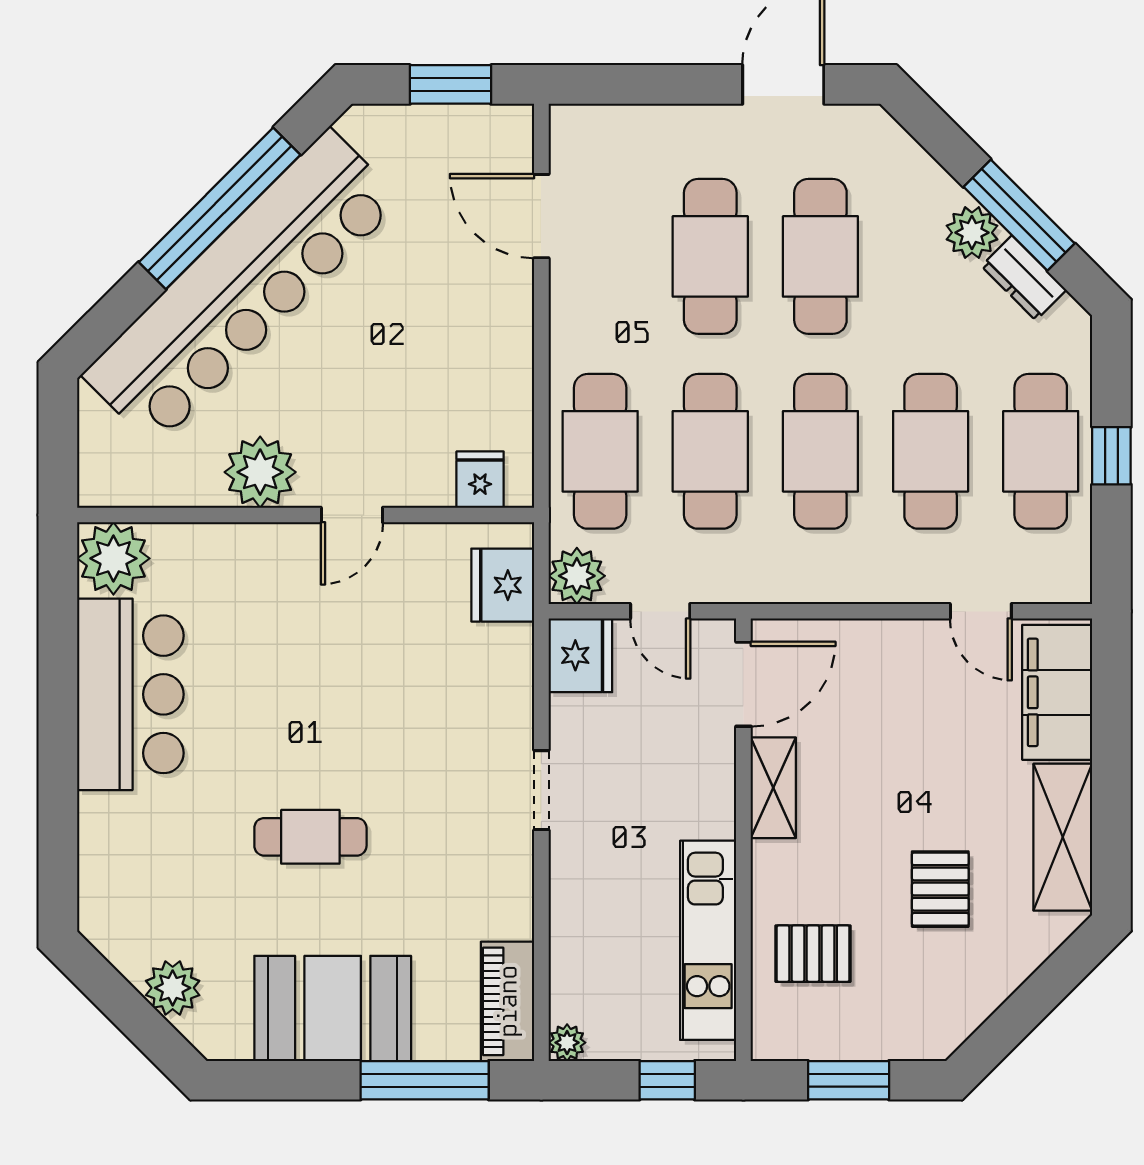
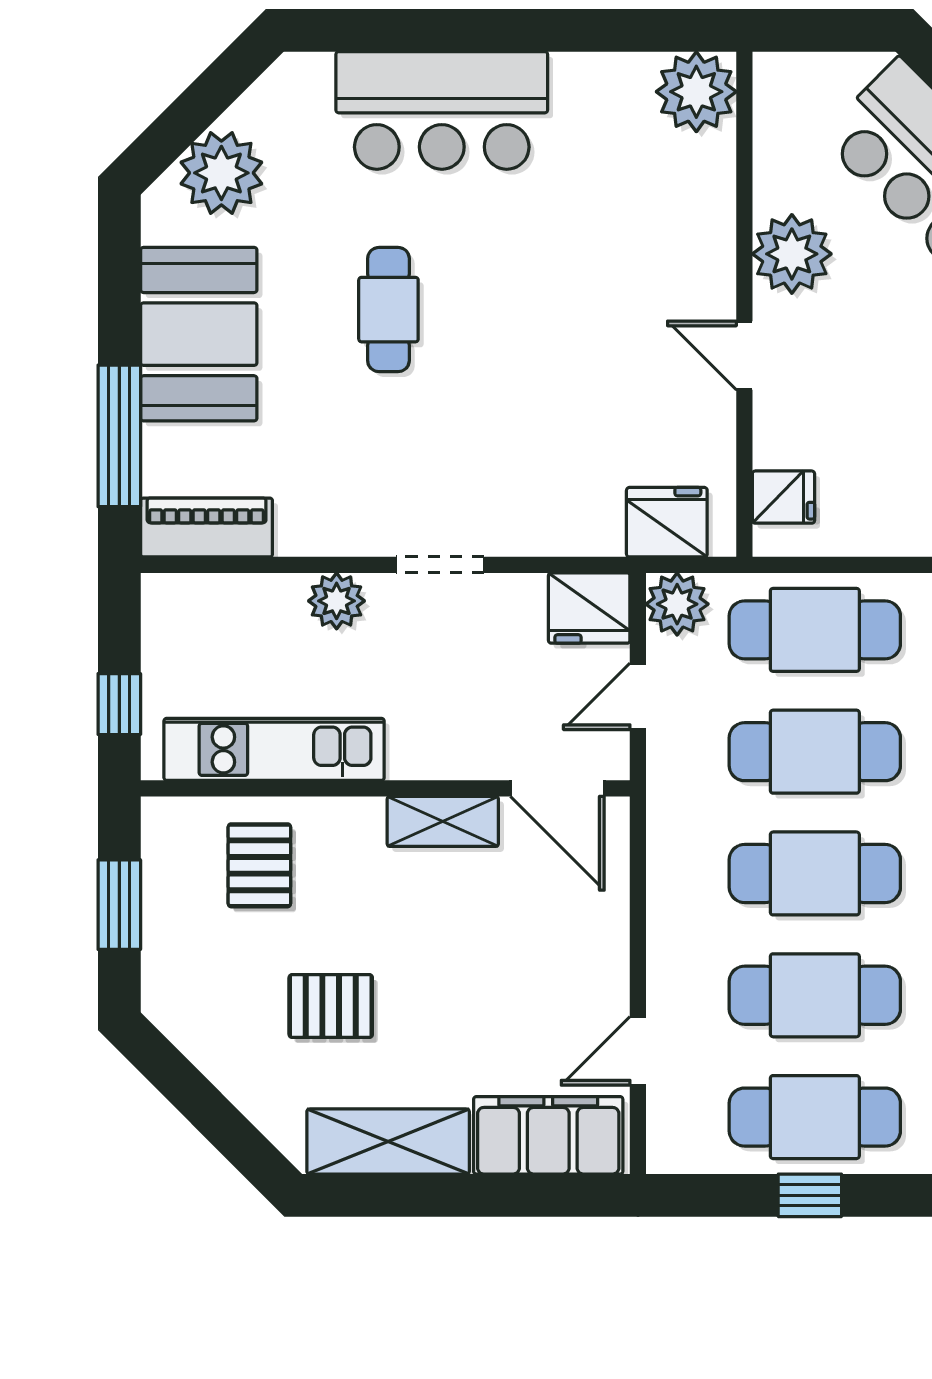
bar counter: (130, 694) -> (442, 110), moved
plant: (173, 988) -> (221, 173), width x1.36, depth x1.36
plant: (567, 1043) -> (337, 601), moved, width x1.38, depth x1.38

